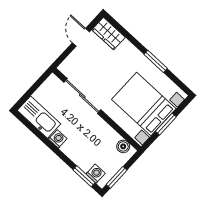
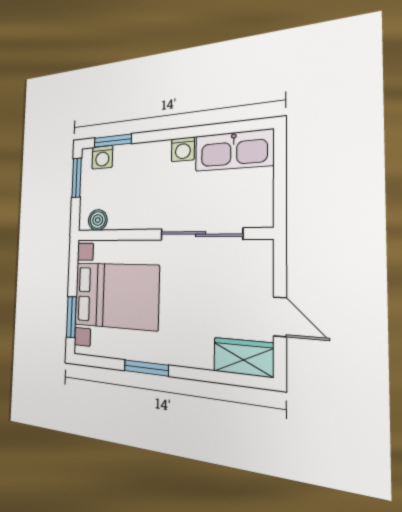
window: (166, 124) -> (71, 317), moved

